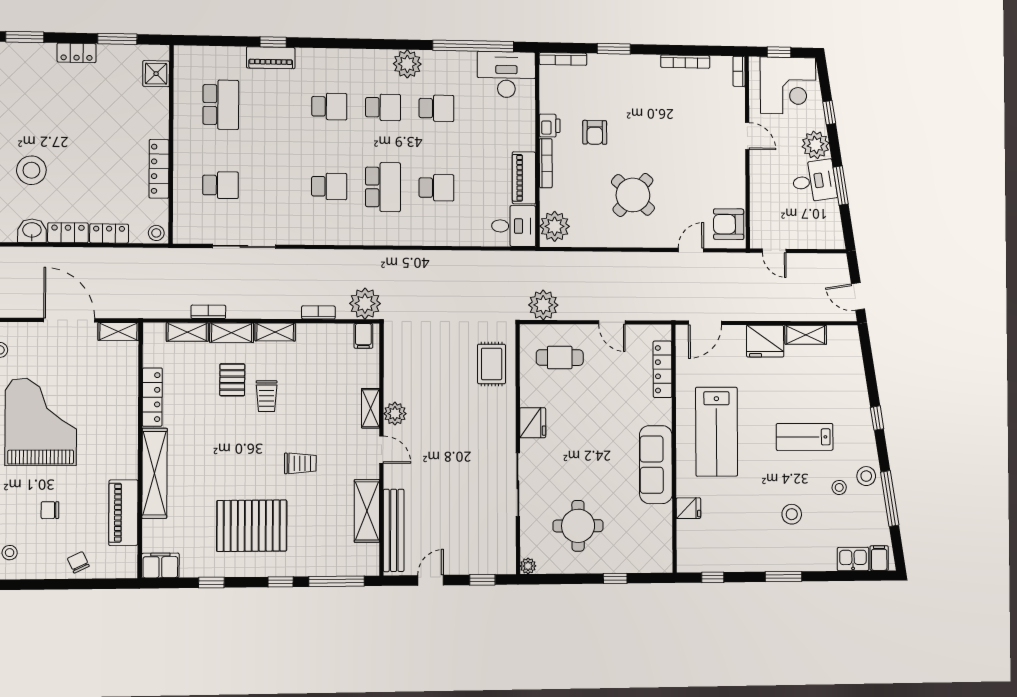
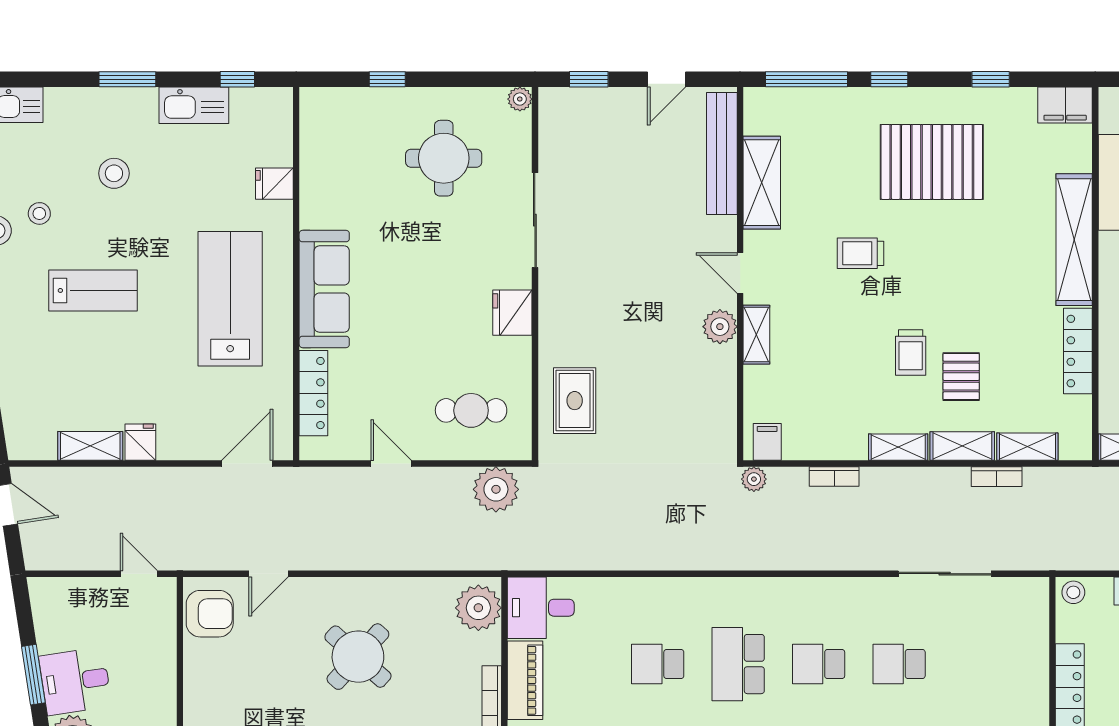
school desk: (221, 185) -> (899, 664), moved
plant: (365, 304) -> (754, 479), width x0.53, depth x0.53
fridge: (765, 341) -> (140, 442), width x0.53, depth x0.75
trolley: (267, 396) -> (911, 353), turned 180
sofa: (656, 465) -> (324, 289), moved
kitchen sink: (741, 560) -> (194, 105), added

